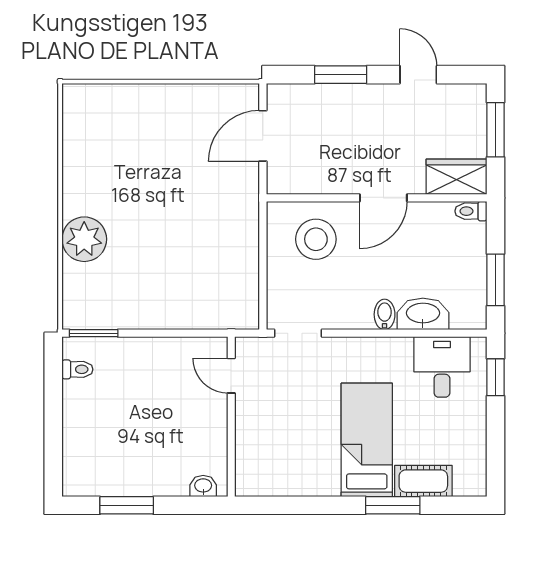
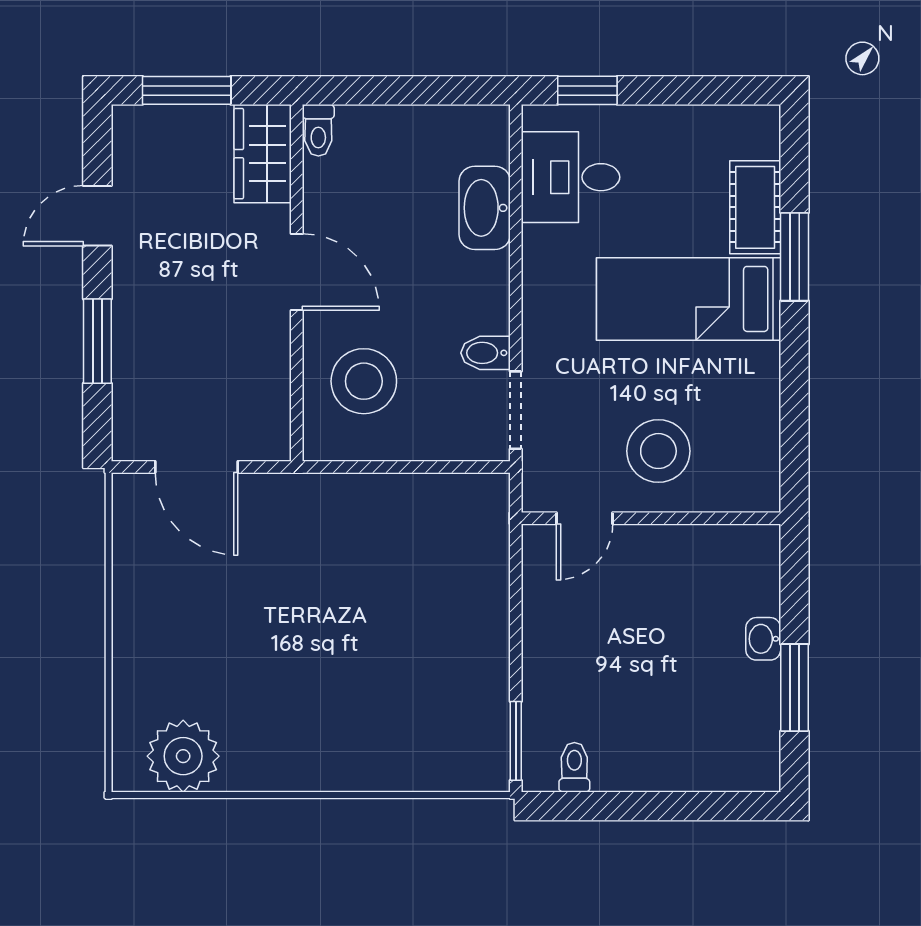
plant: (84, 239) -> (183, 756), moved
window: (496, 280) -> (430, 90), removed
bidet: (385, 314) -> (486, 353), moved
stool: (273, 421) -> (658, 451), added
washbasin: (203, 486) -> (763, 639), moved

